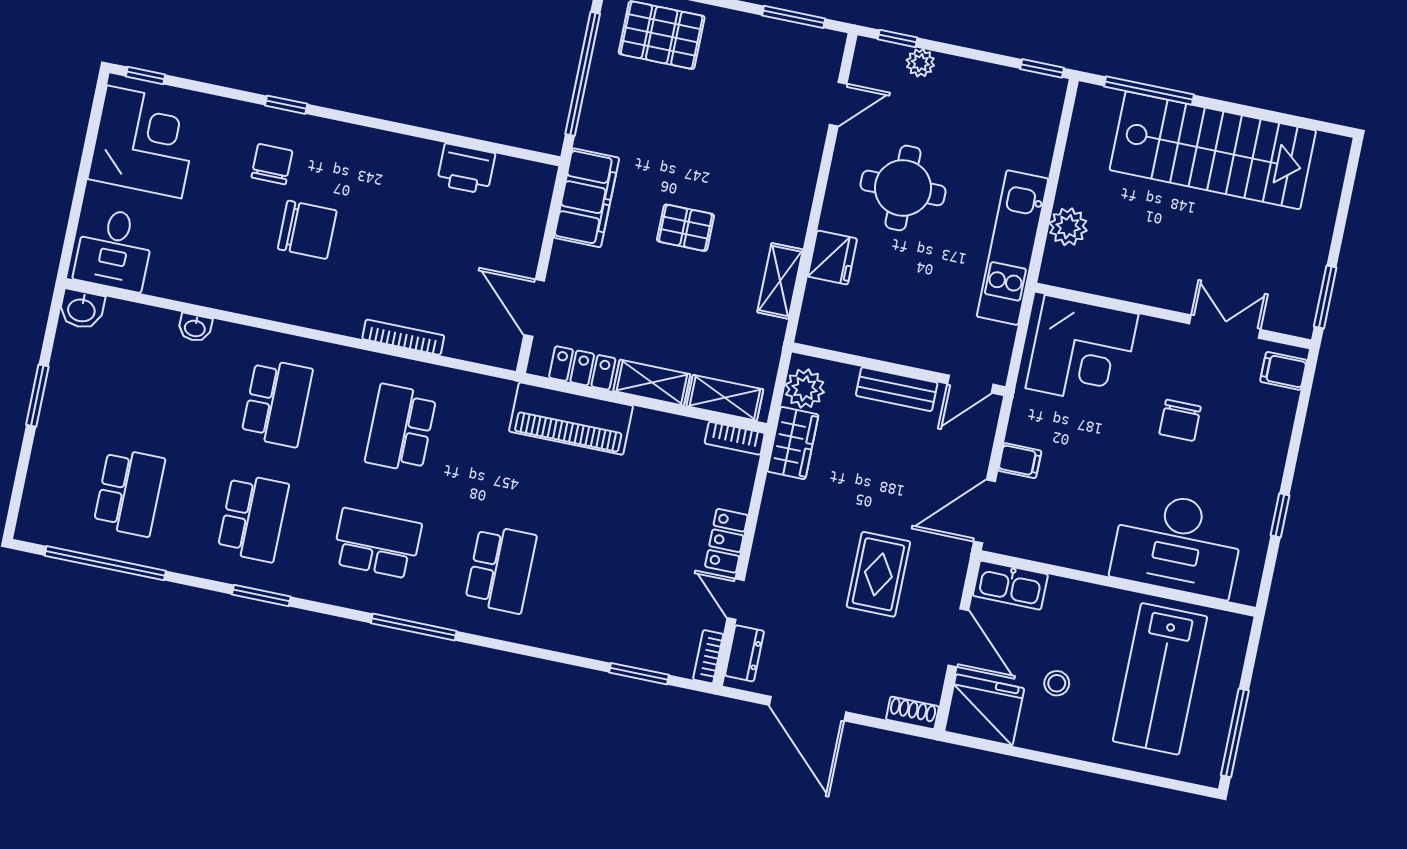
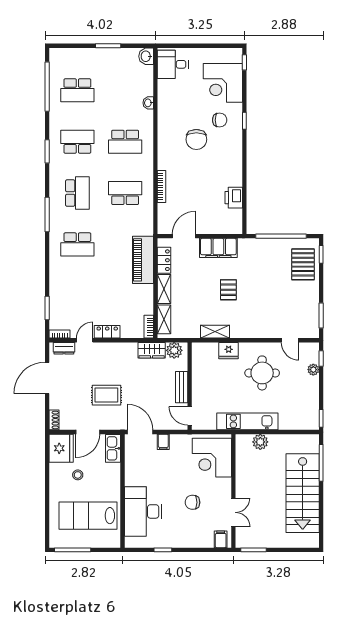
corner desk: (144, 142) -> (223, 83), moved, turned 90
filing cabinet: (587, 198) -> (218, 248), moved
school desk: (253, 518) -> (77, 142), turned 180

